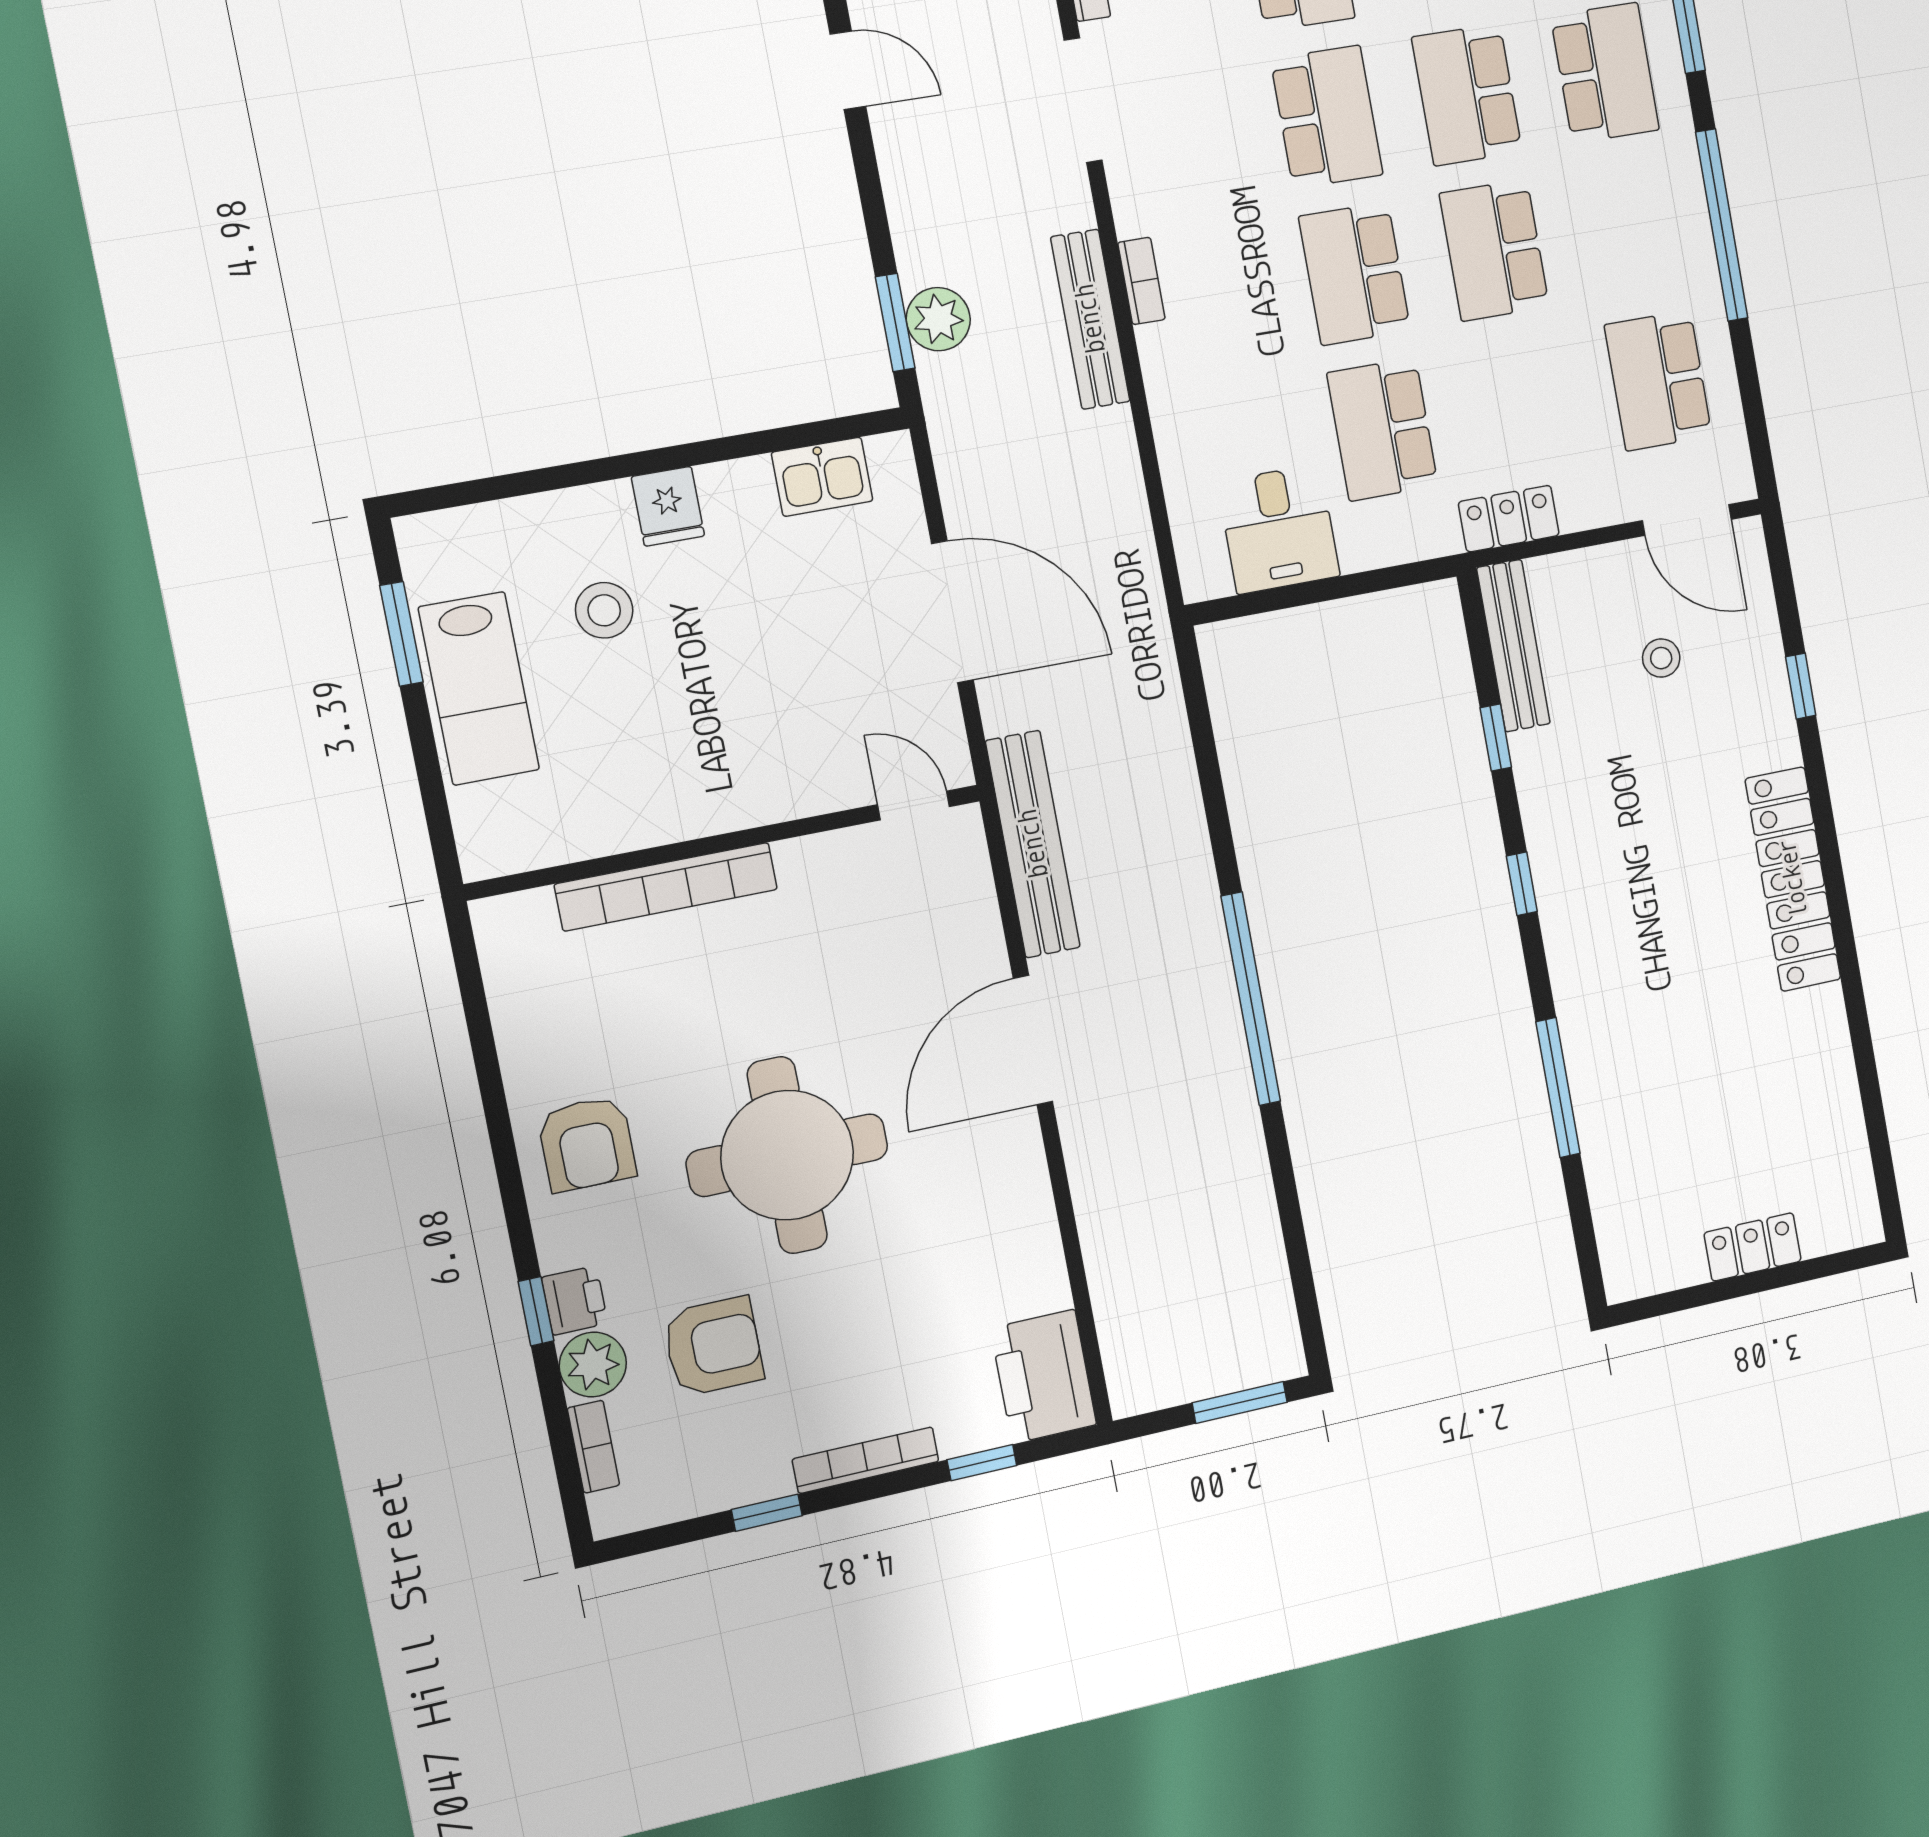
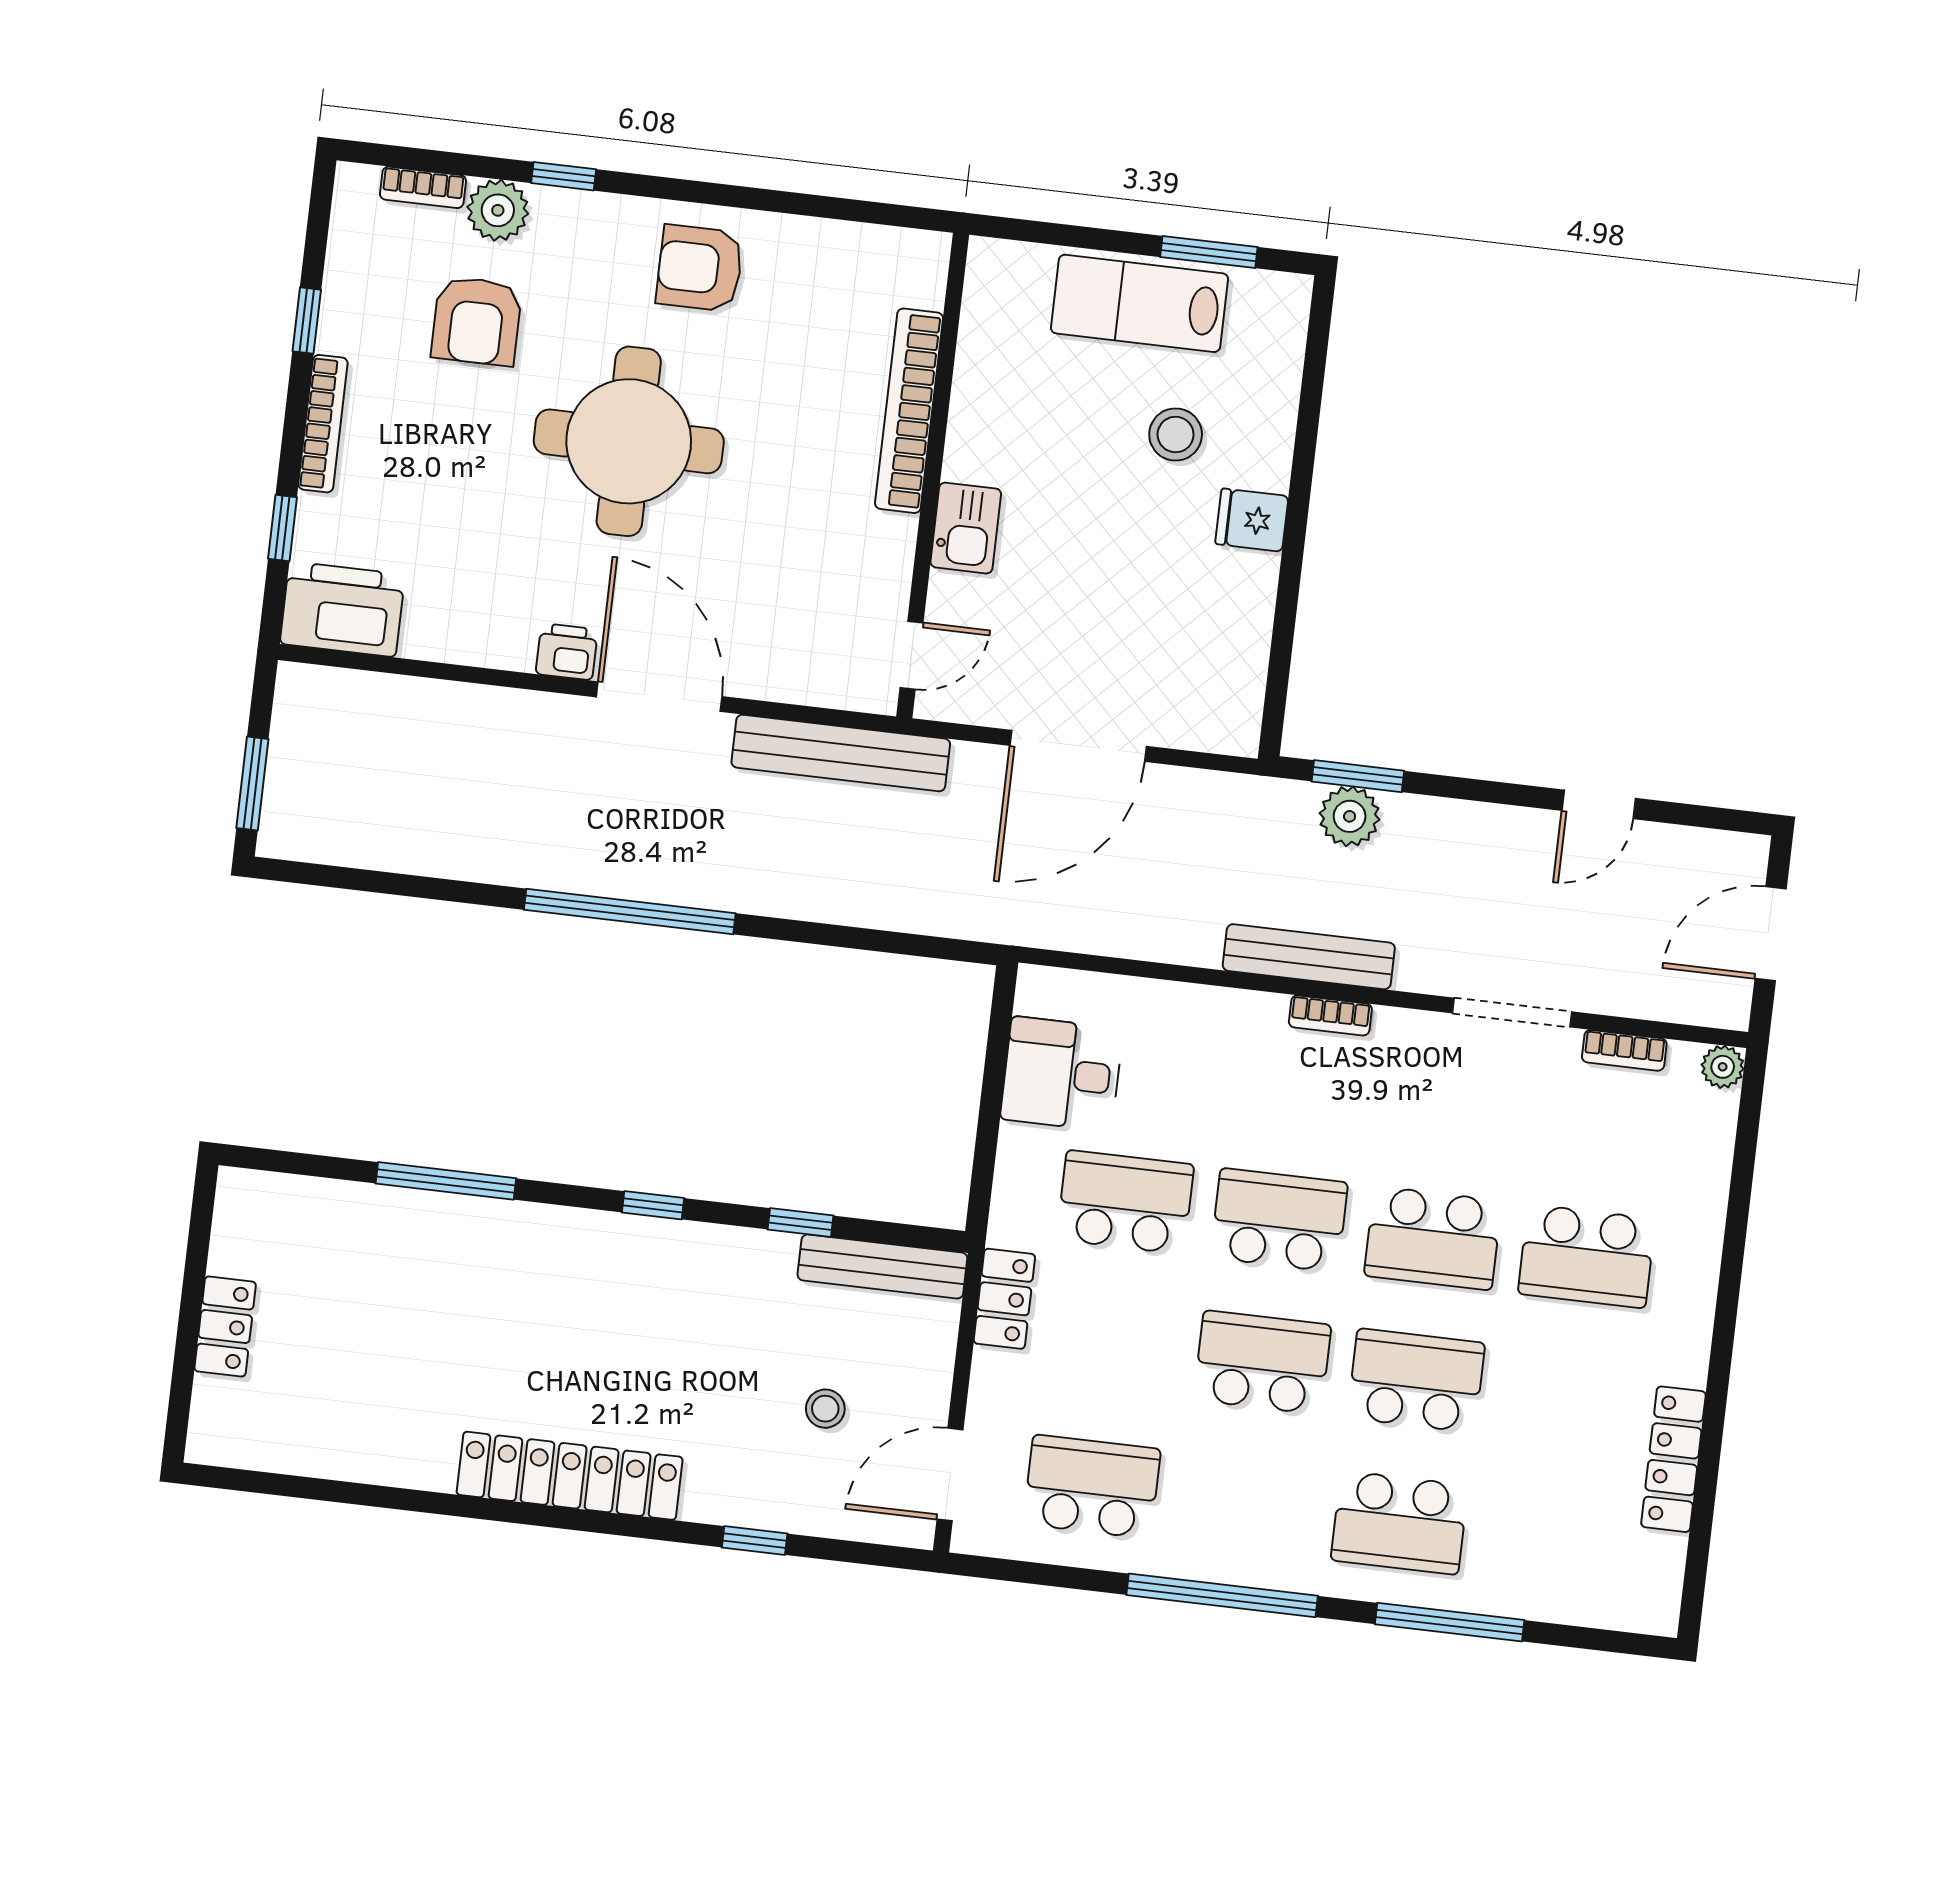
kitchen sink: (822, 477) -> (966, 528), moved, turned 180
printer: (575, 1300) -> (567, 652), moved, turned 180

